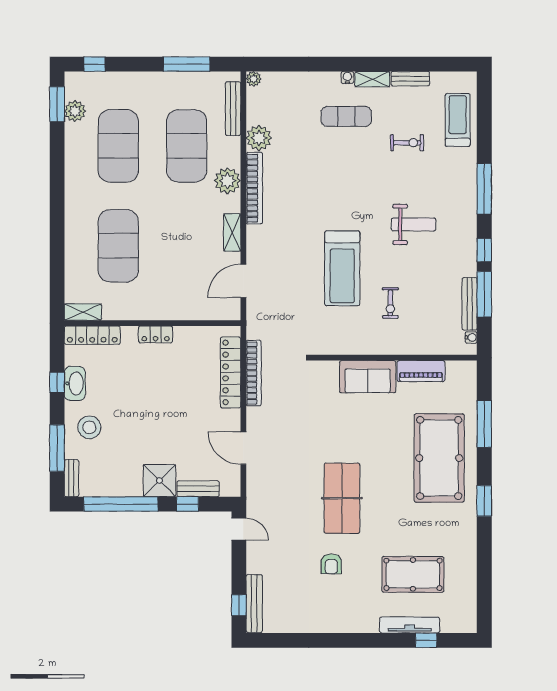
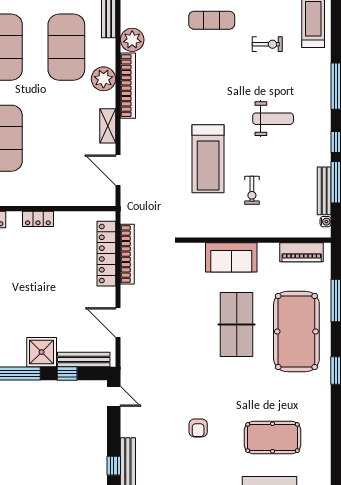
door: (243, 281) -> (118, 170), hinge flipped
piano: (421, 371) -> (302, 252), moved
bench: (198, 489) -> (84, 360), width x1.36
table tennis table: (342, 498) -> (237, 324), moved

